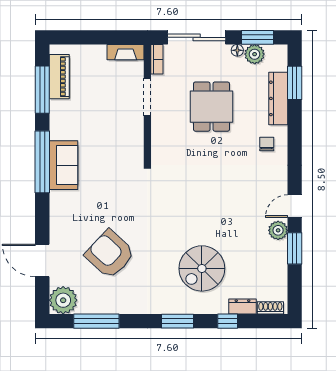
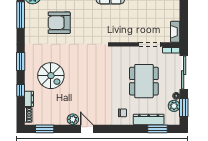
dining table: (211, 107) -> (144, 81), width x1.38
window: (295, 248) -> (45, 129), moved
armchair: (110, 254) -> (59, 23), turned -133
spiral stairs: (202, 268) -> (51, 76), turned 180

